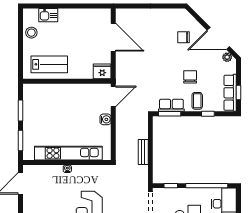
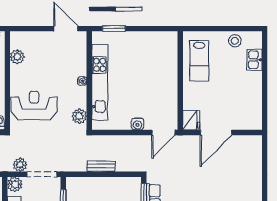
door: (113, 37) -> (216, 133), moved
door: (113, 96) -> (163, 133), hinge flipped
window: (21, 110) -> (147, 29), removed
plant: (99, 171) -> (79, 116), added

